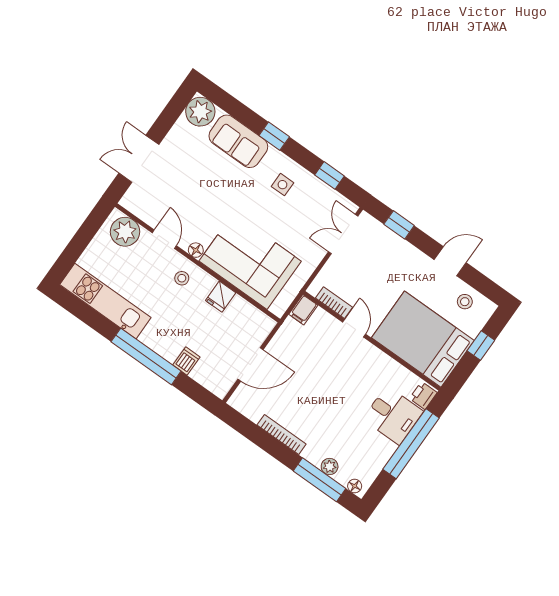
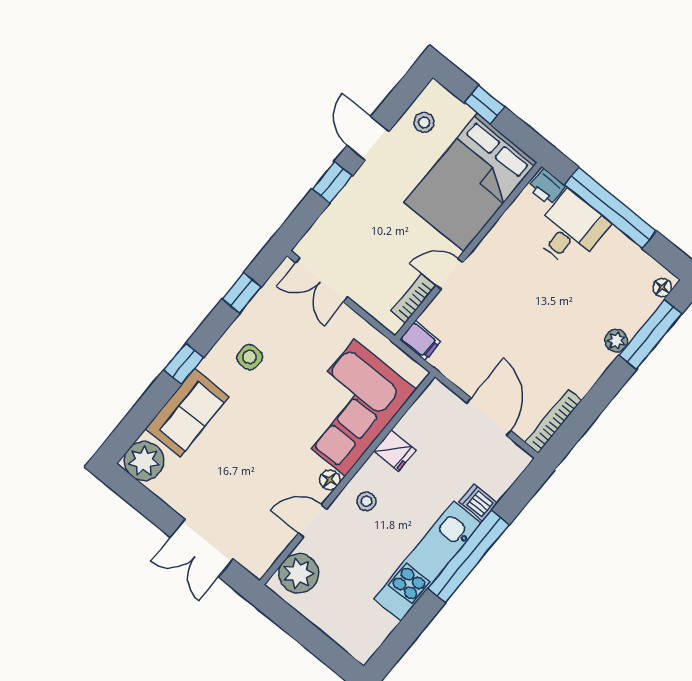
window: (399, 225) -> (332, 183), moved
kitchen unit: (105, 301) -> (427, 561), moved
bookcase: (282, 435) -> (553, 421), moved
plant: (330, 466) -> (616, 341), moved

